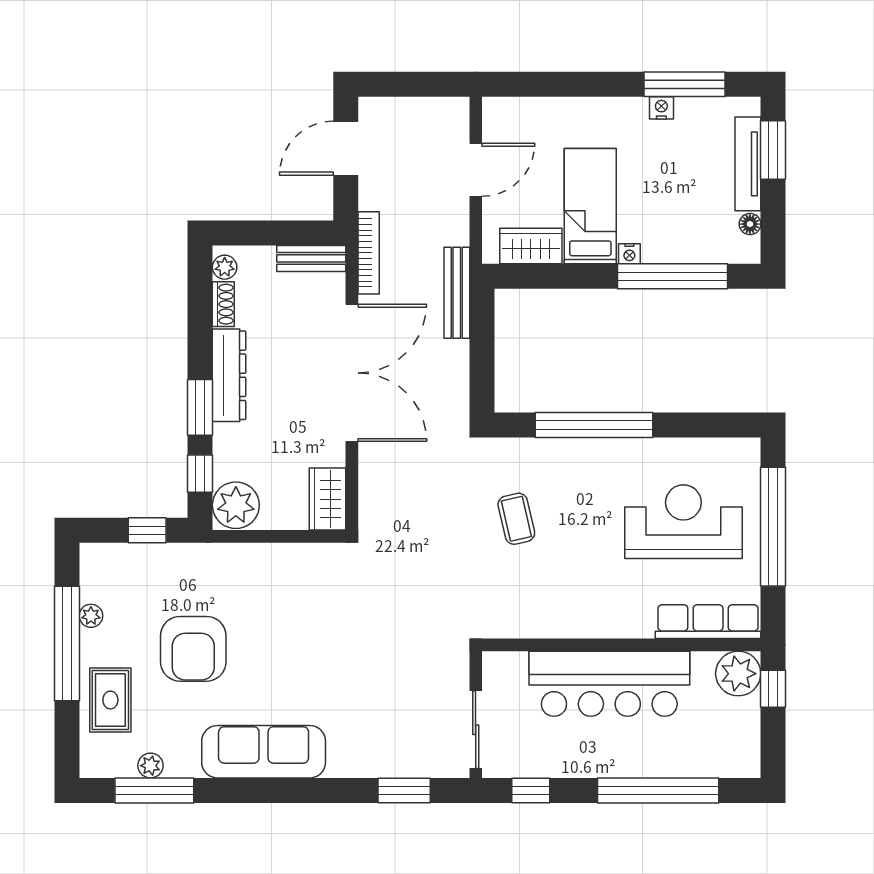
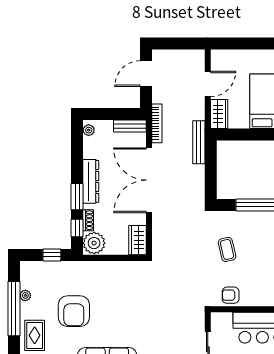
wardrobe: (531, 246) -> (219, 114), moved, turned 90
shoe rack: (223, 304) -> (88, 220), moved
double door: (352, 373) -> (149, 180), swing flipped
armchair: (524, 615) -> (231, 295), added

